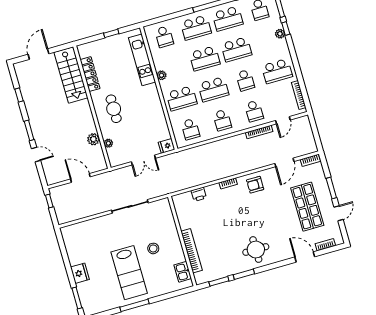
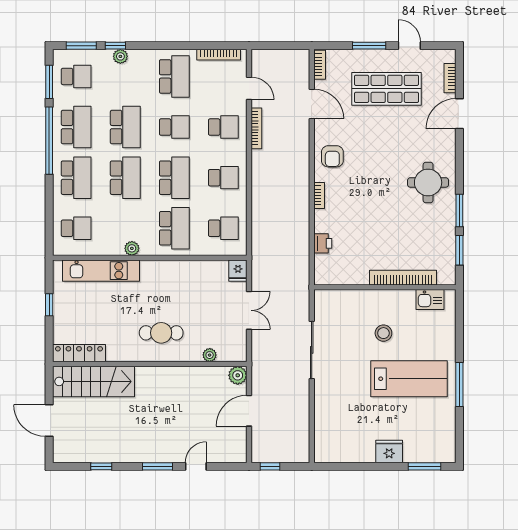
locker: (90, 74) -> (79, 353), moved
plant: (93, 139) -> (238, 375), moved

